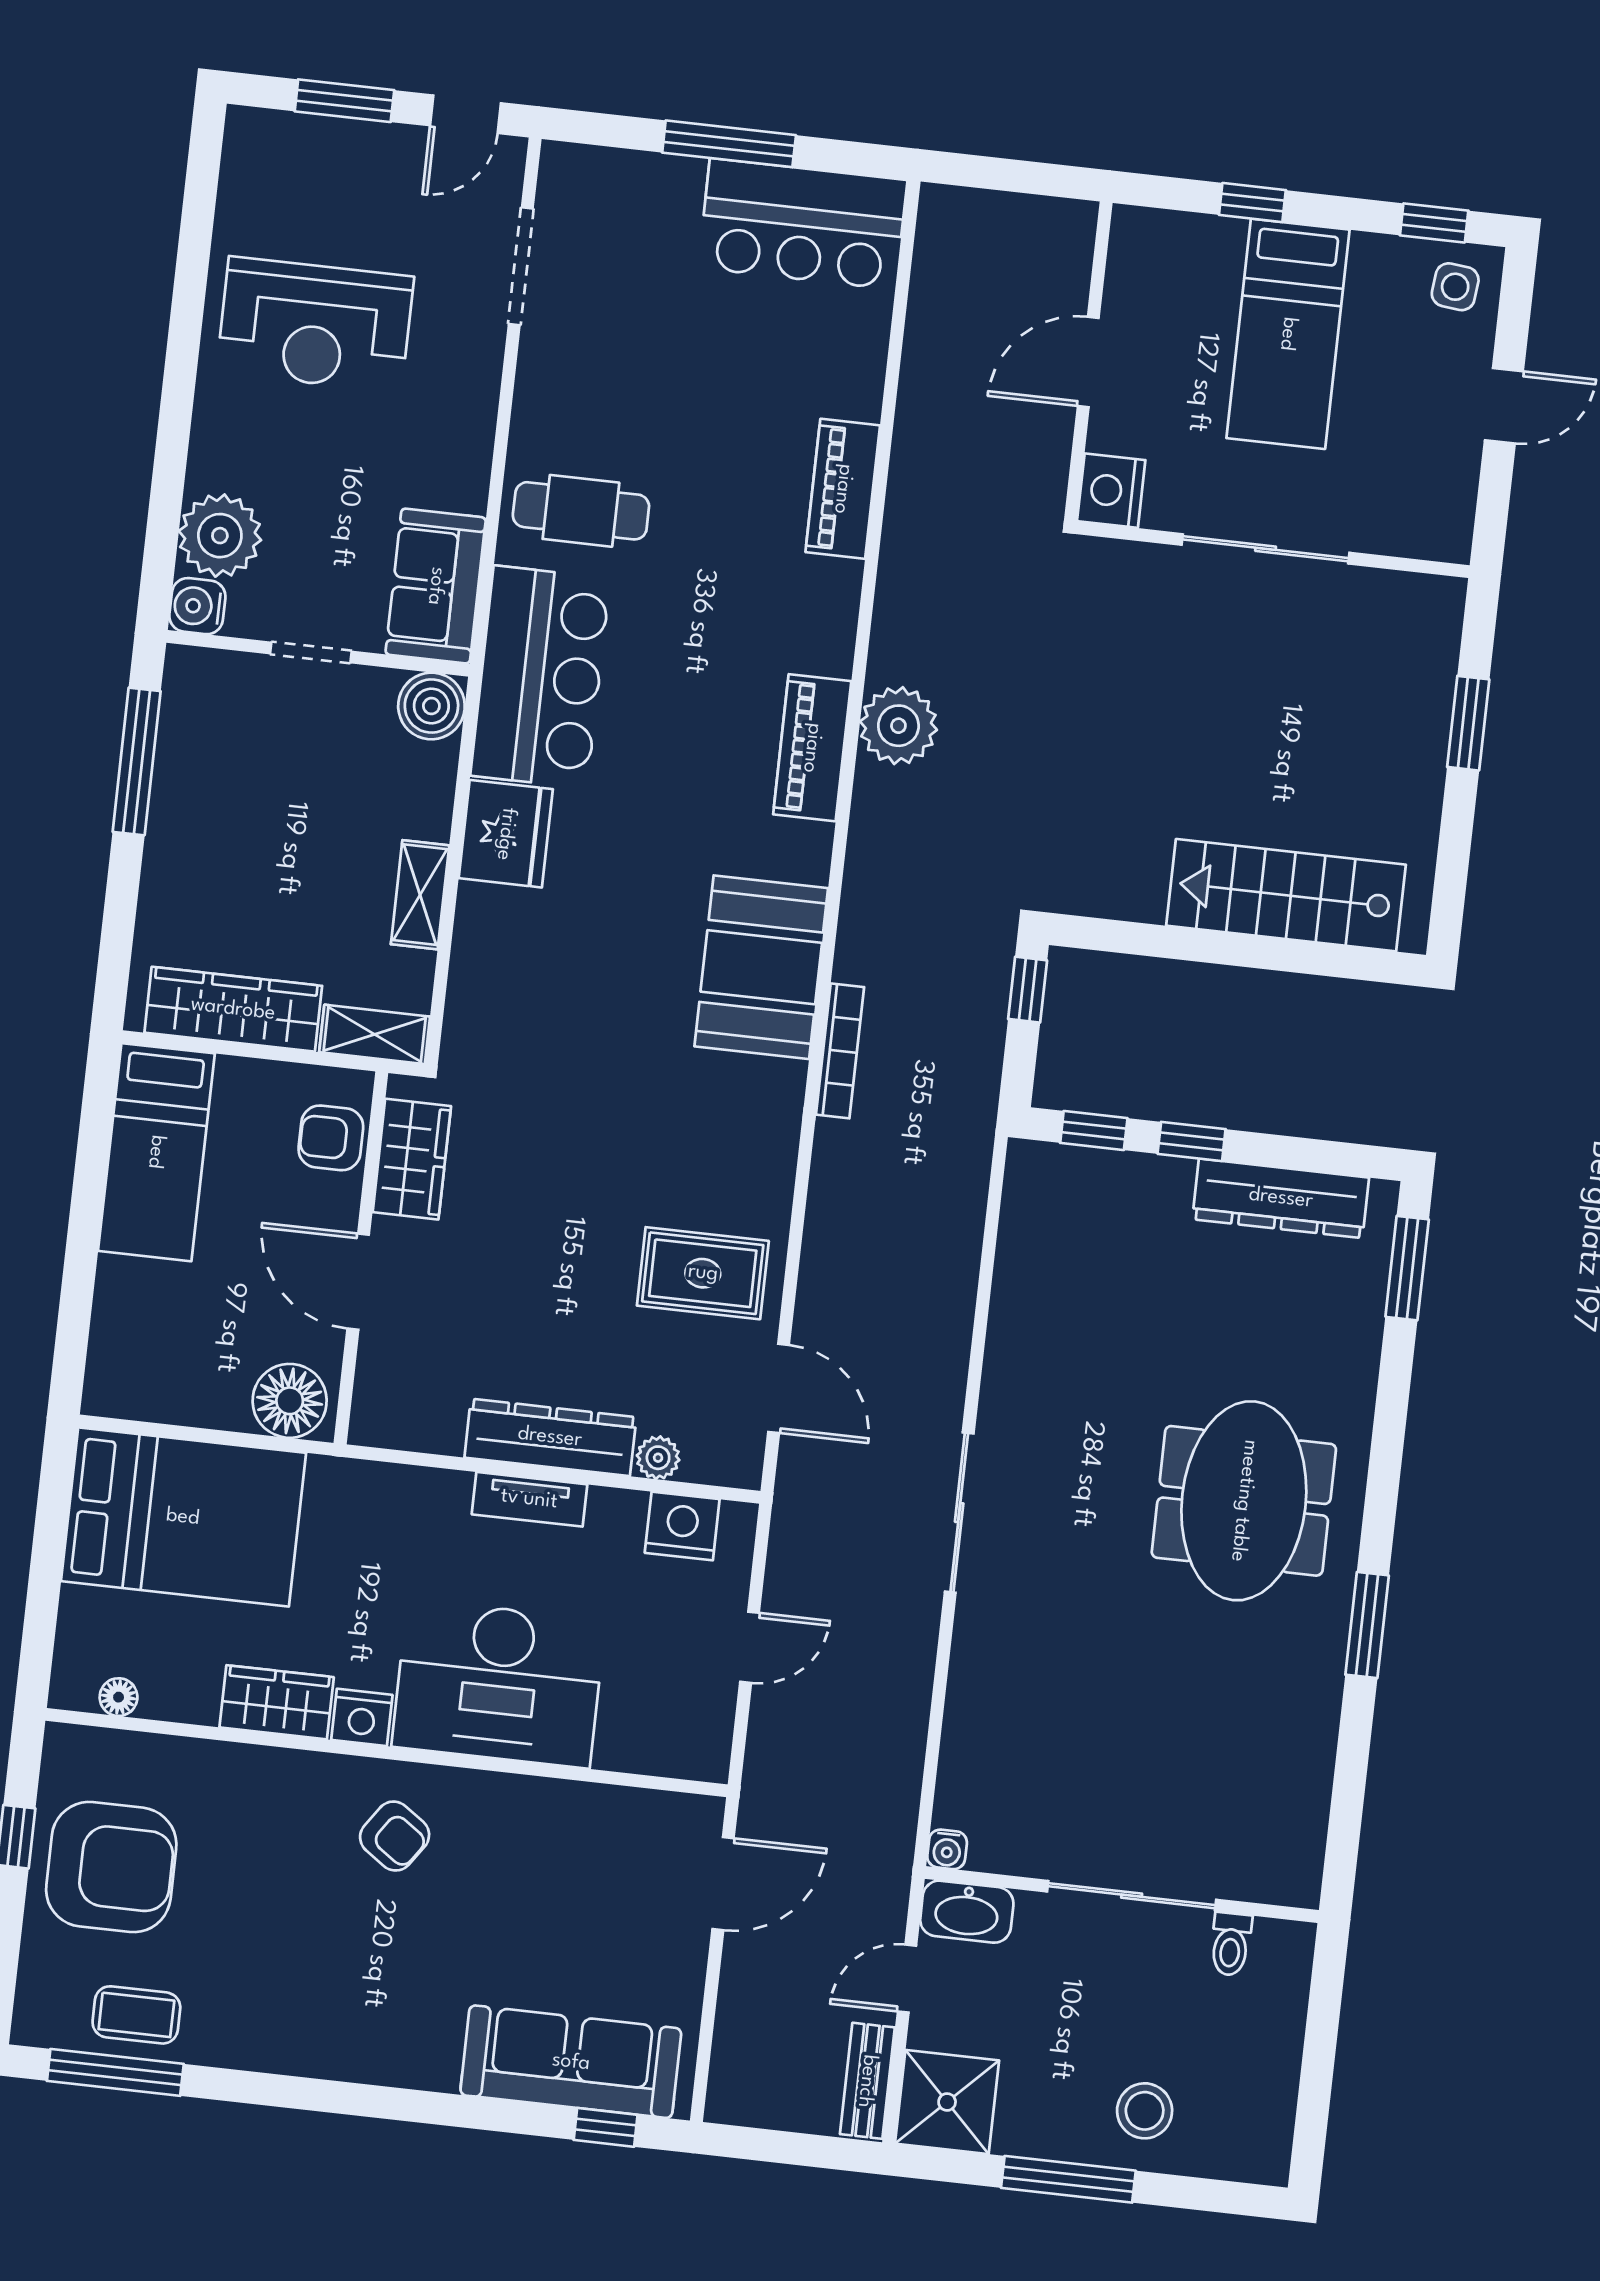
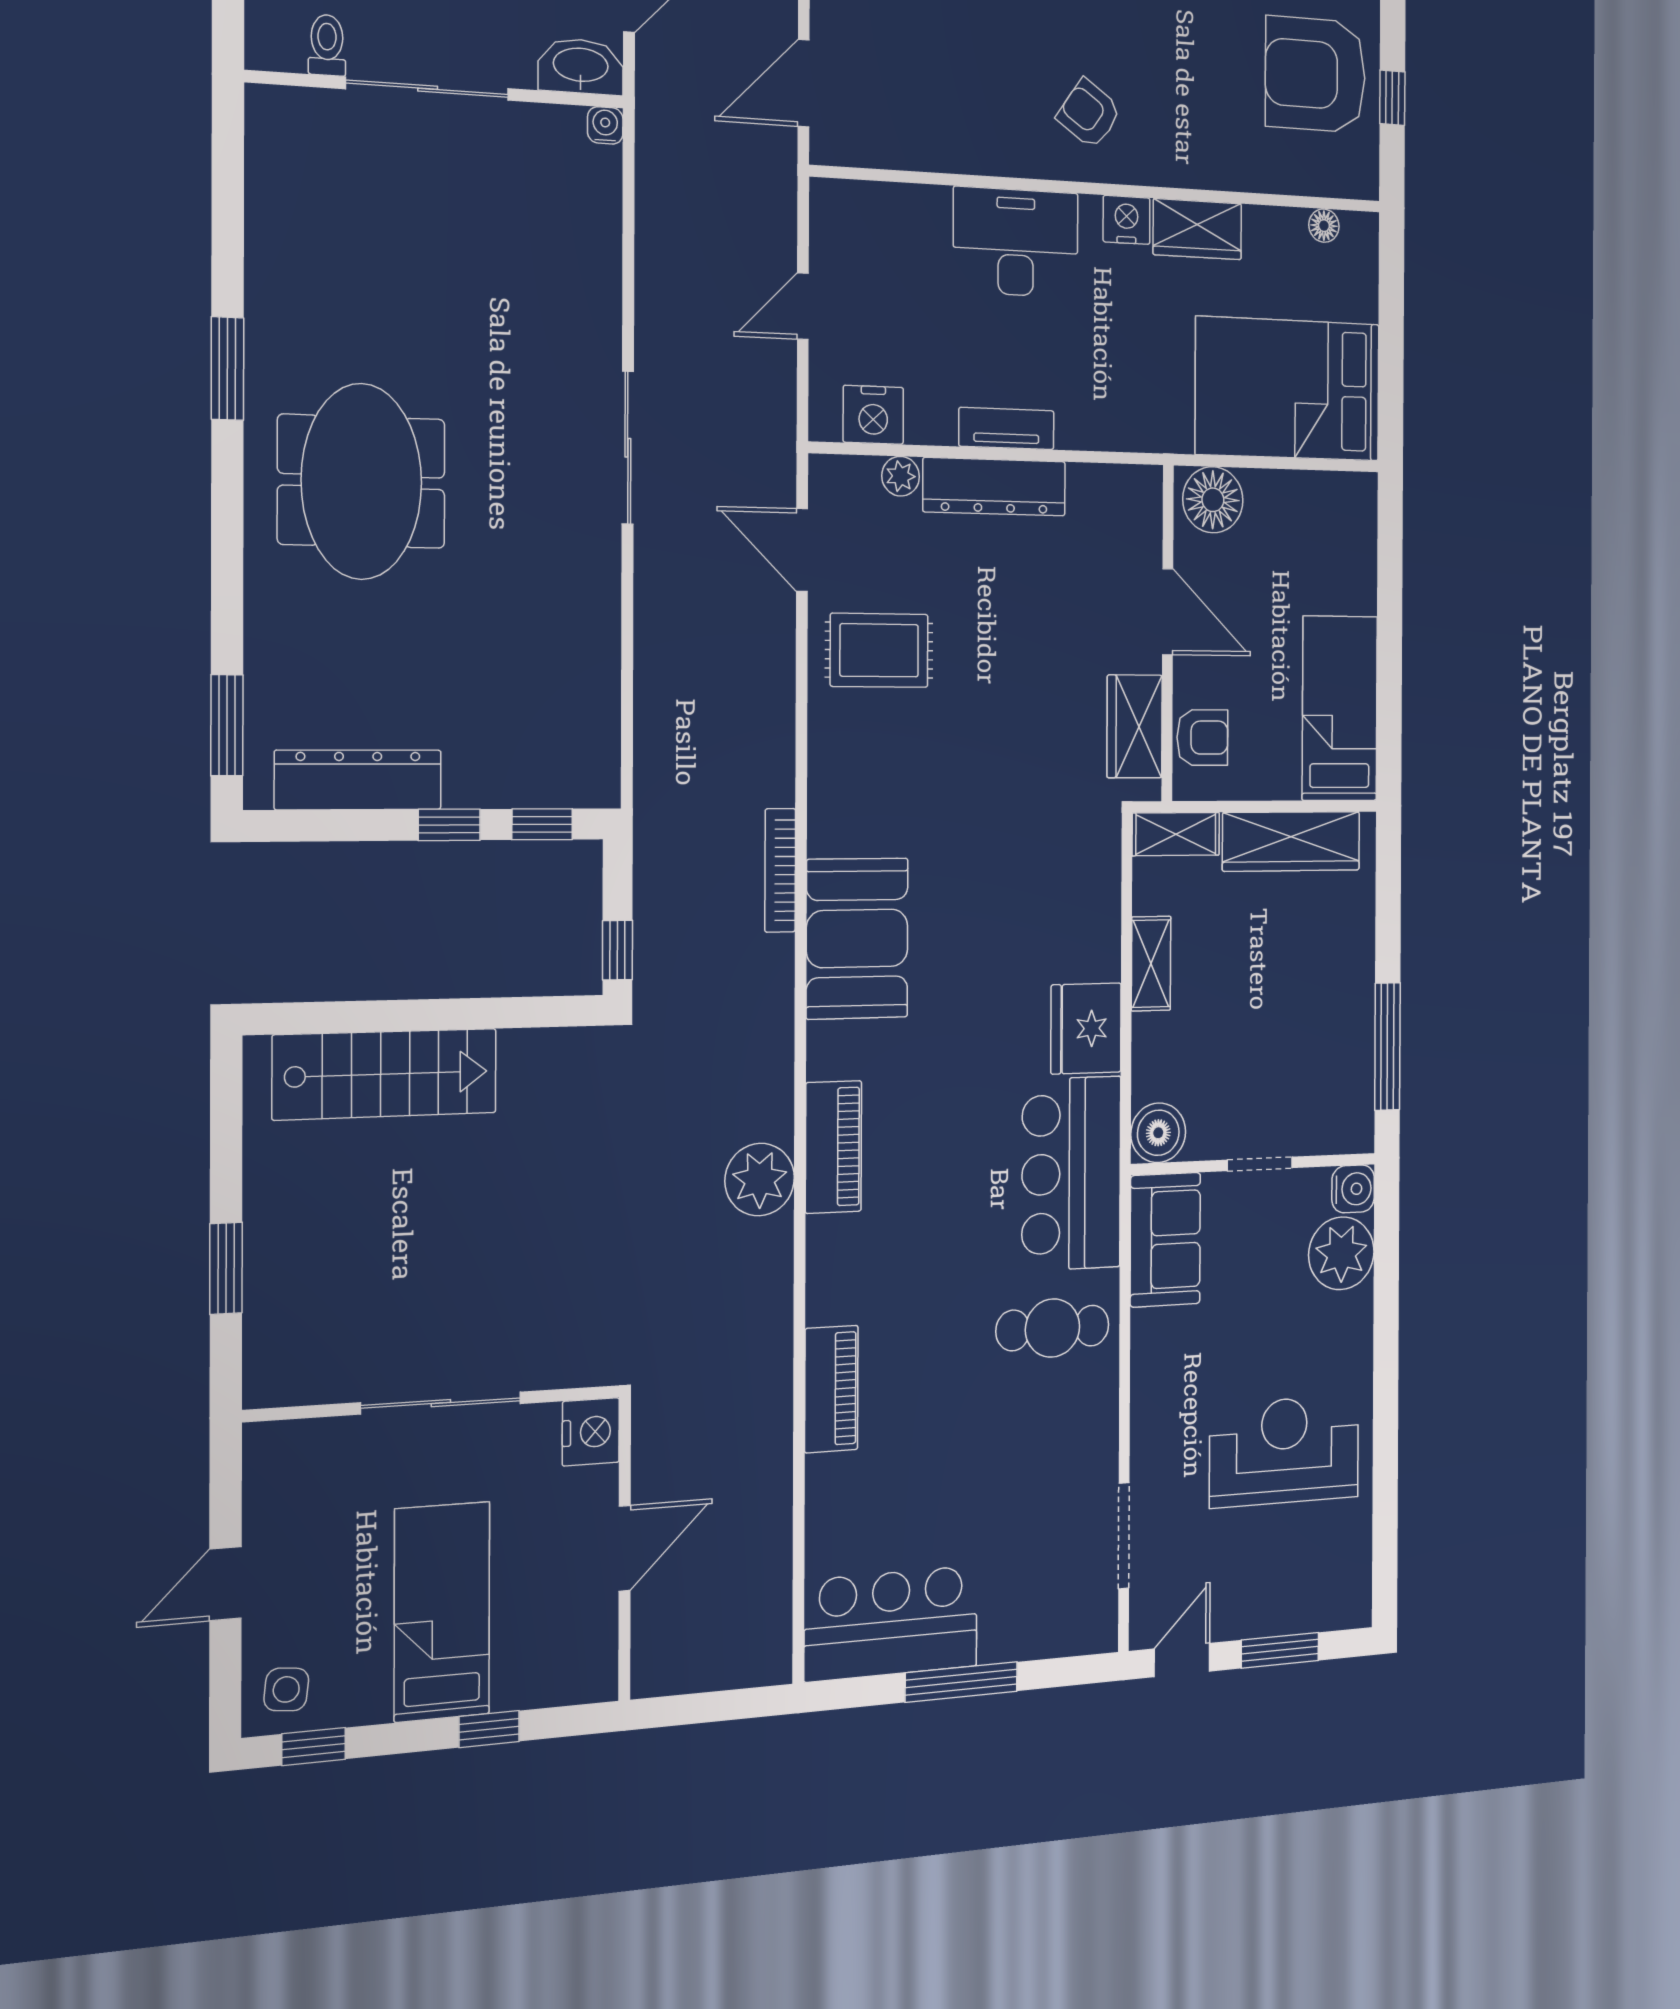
desk: (499, 1683) -> (1016, 242), width x0.73, depth x0.77

